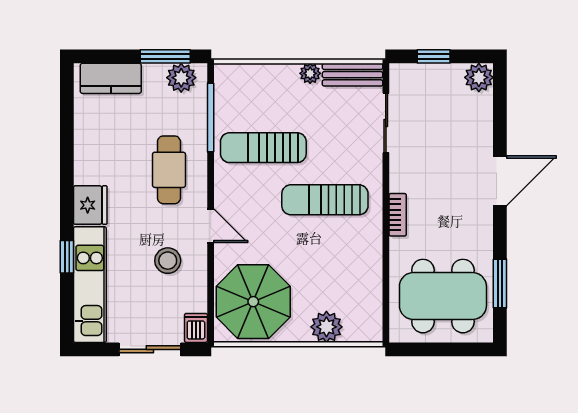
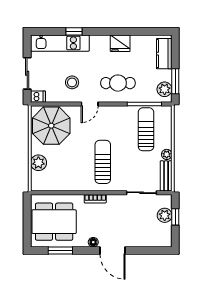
plant: (479, 77) -> (165, 215), moved
sun lounger: (263, 148) -> (146, 129), moved
fridge: (90, 205) -> (120, 43), moved
floor lamp: (484, 219) -> (93, 242), added
dining table: (443, 296) -> (54, 222), turned 90

